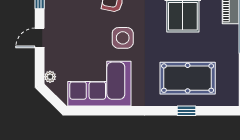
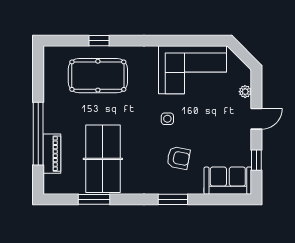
side table: (123, 38) -> (167, 119), width x0.54, depth x0.54
plant: (50, 77) -> (245, 92), moved

